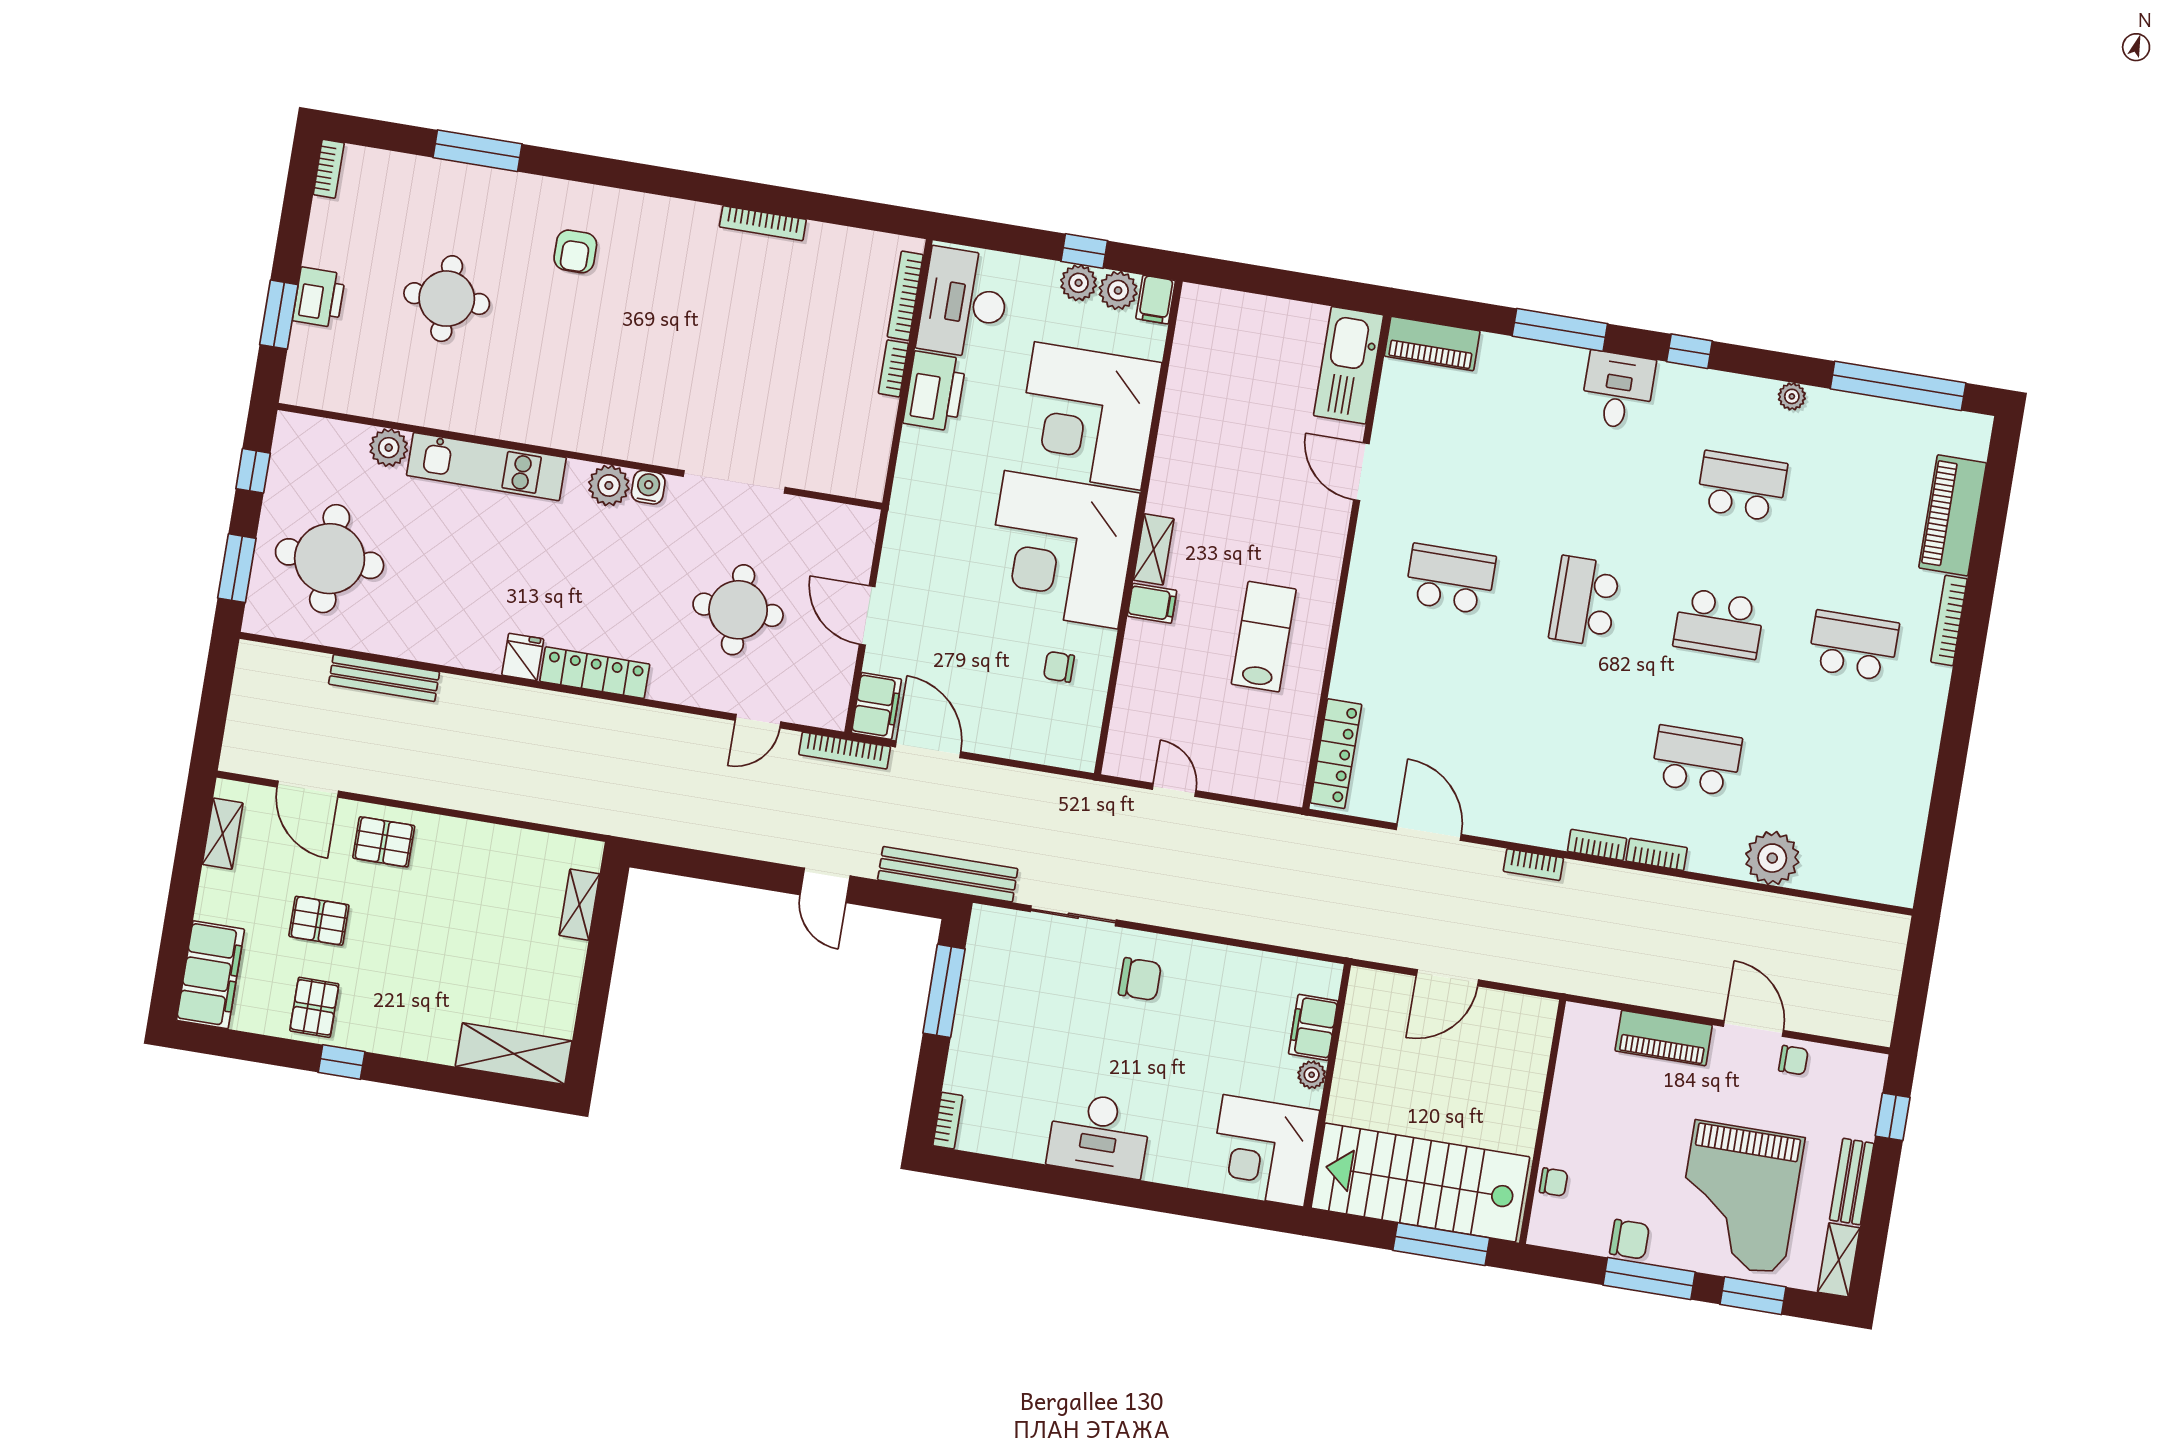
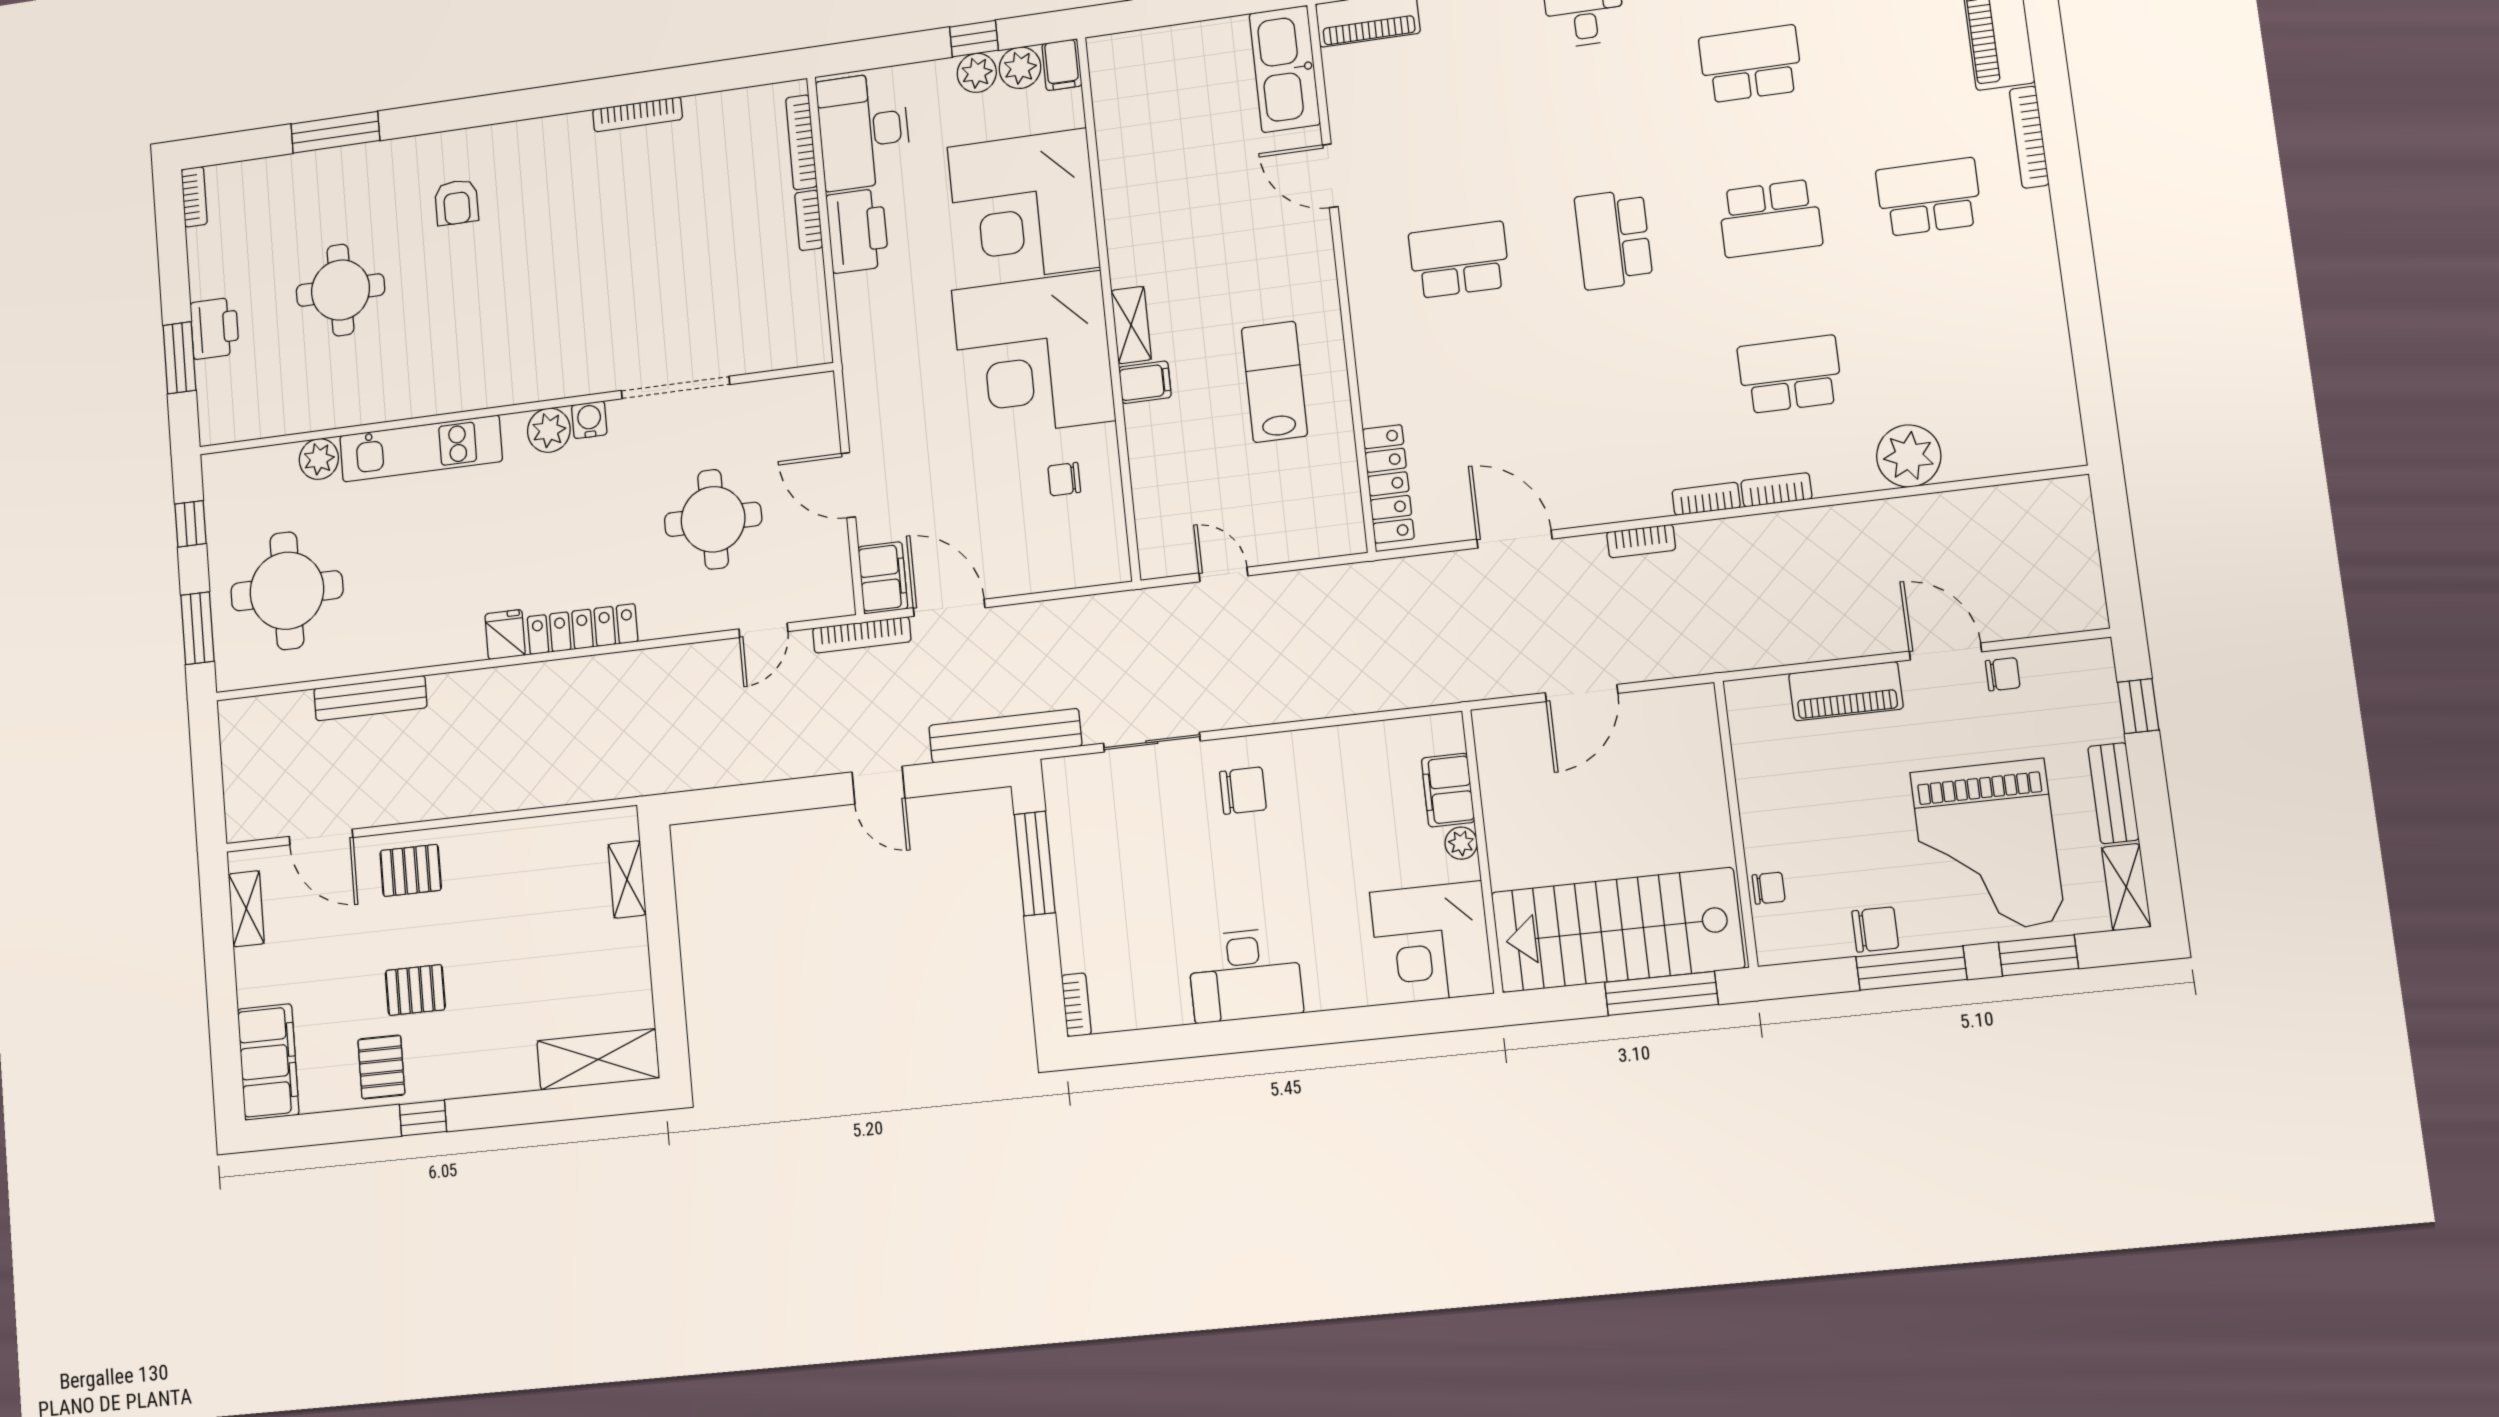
pallet: (319, 921) -> (415, 990), moved

